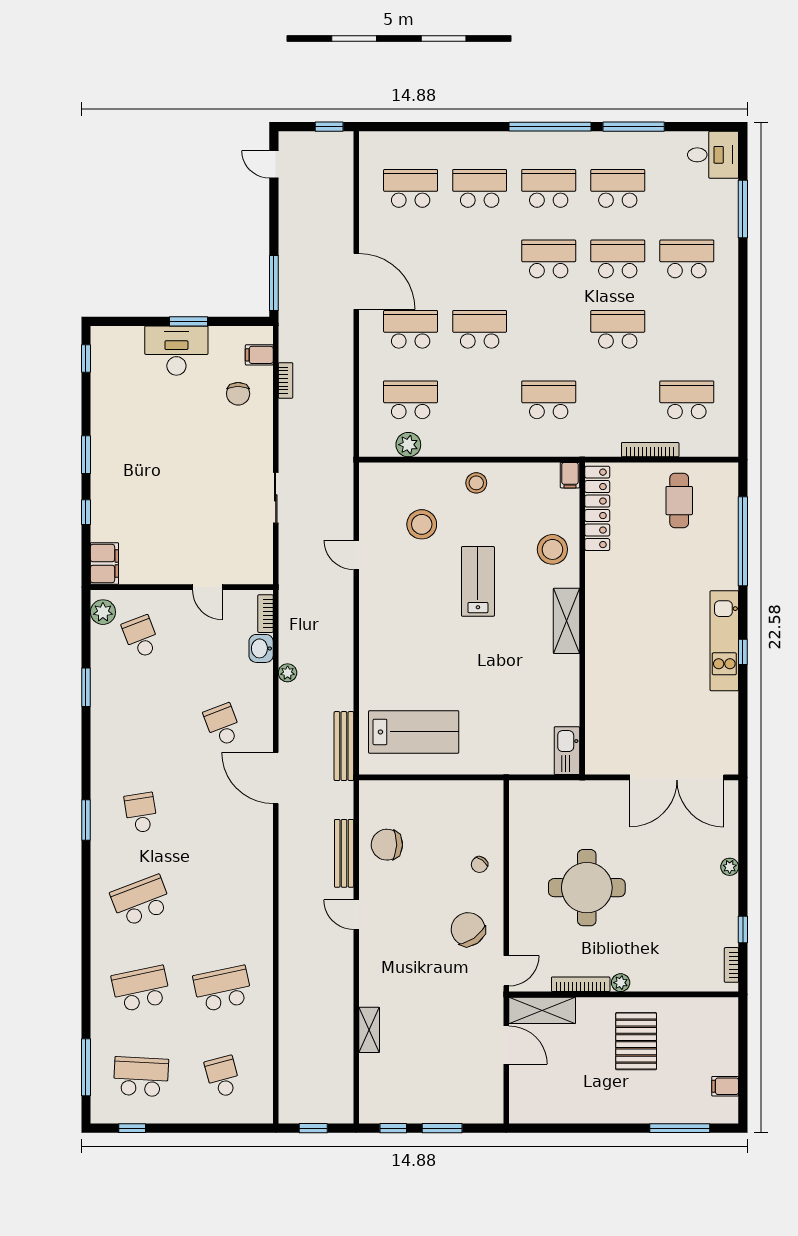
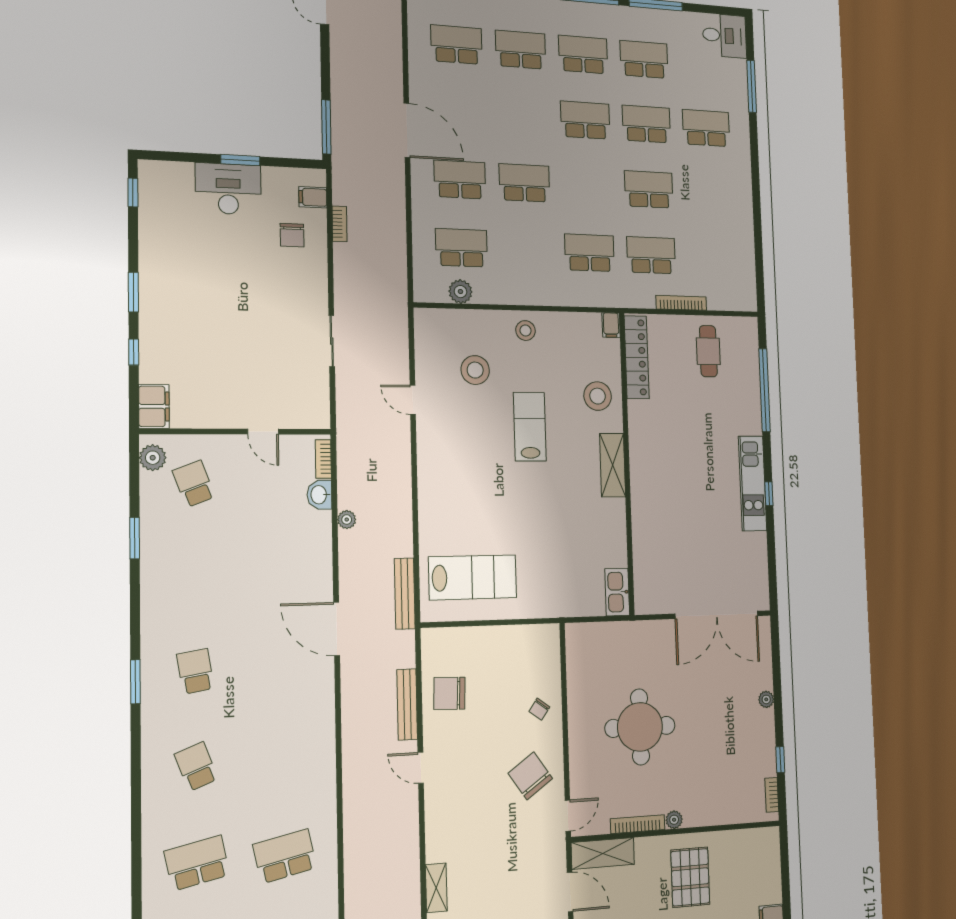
school desk: (687, 400) -> (651, 255), moved
school desk: (223, 725) -> (281, 575), removed
school desk: (141, 901) -> (196, 767), width x0.54

